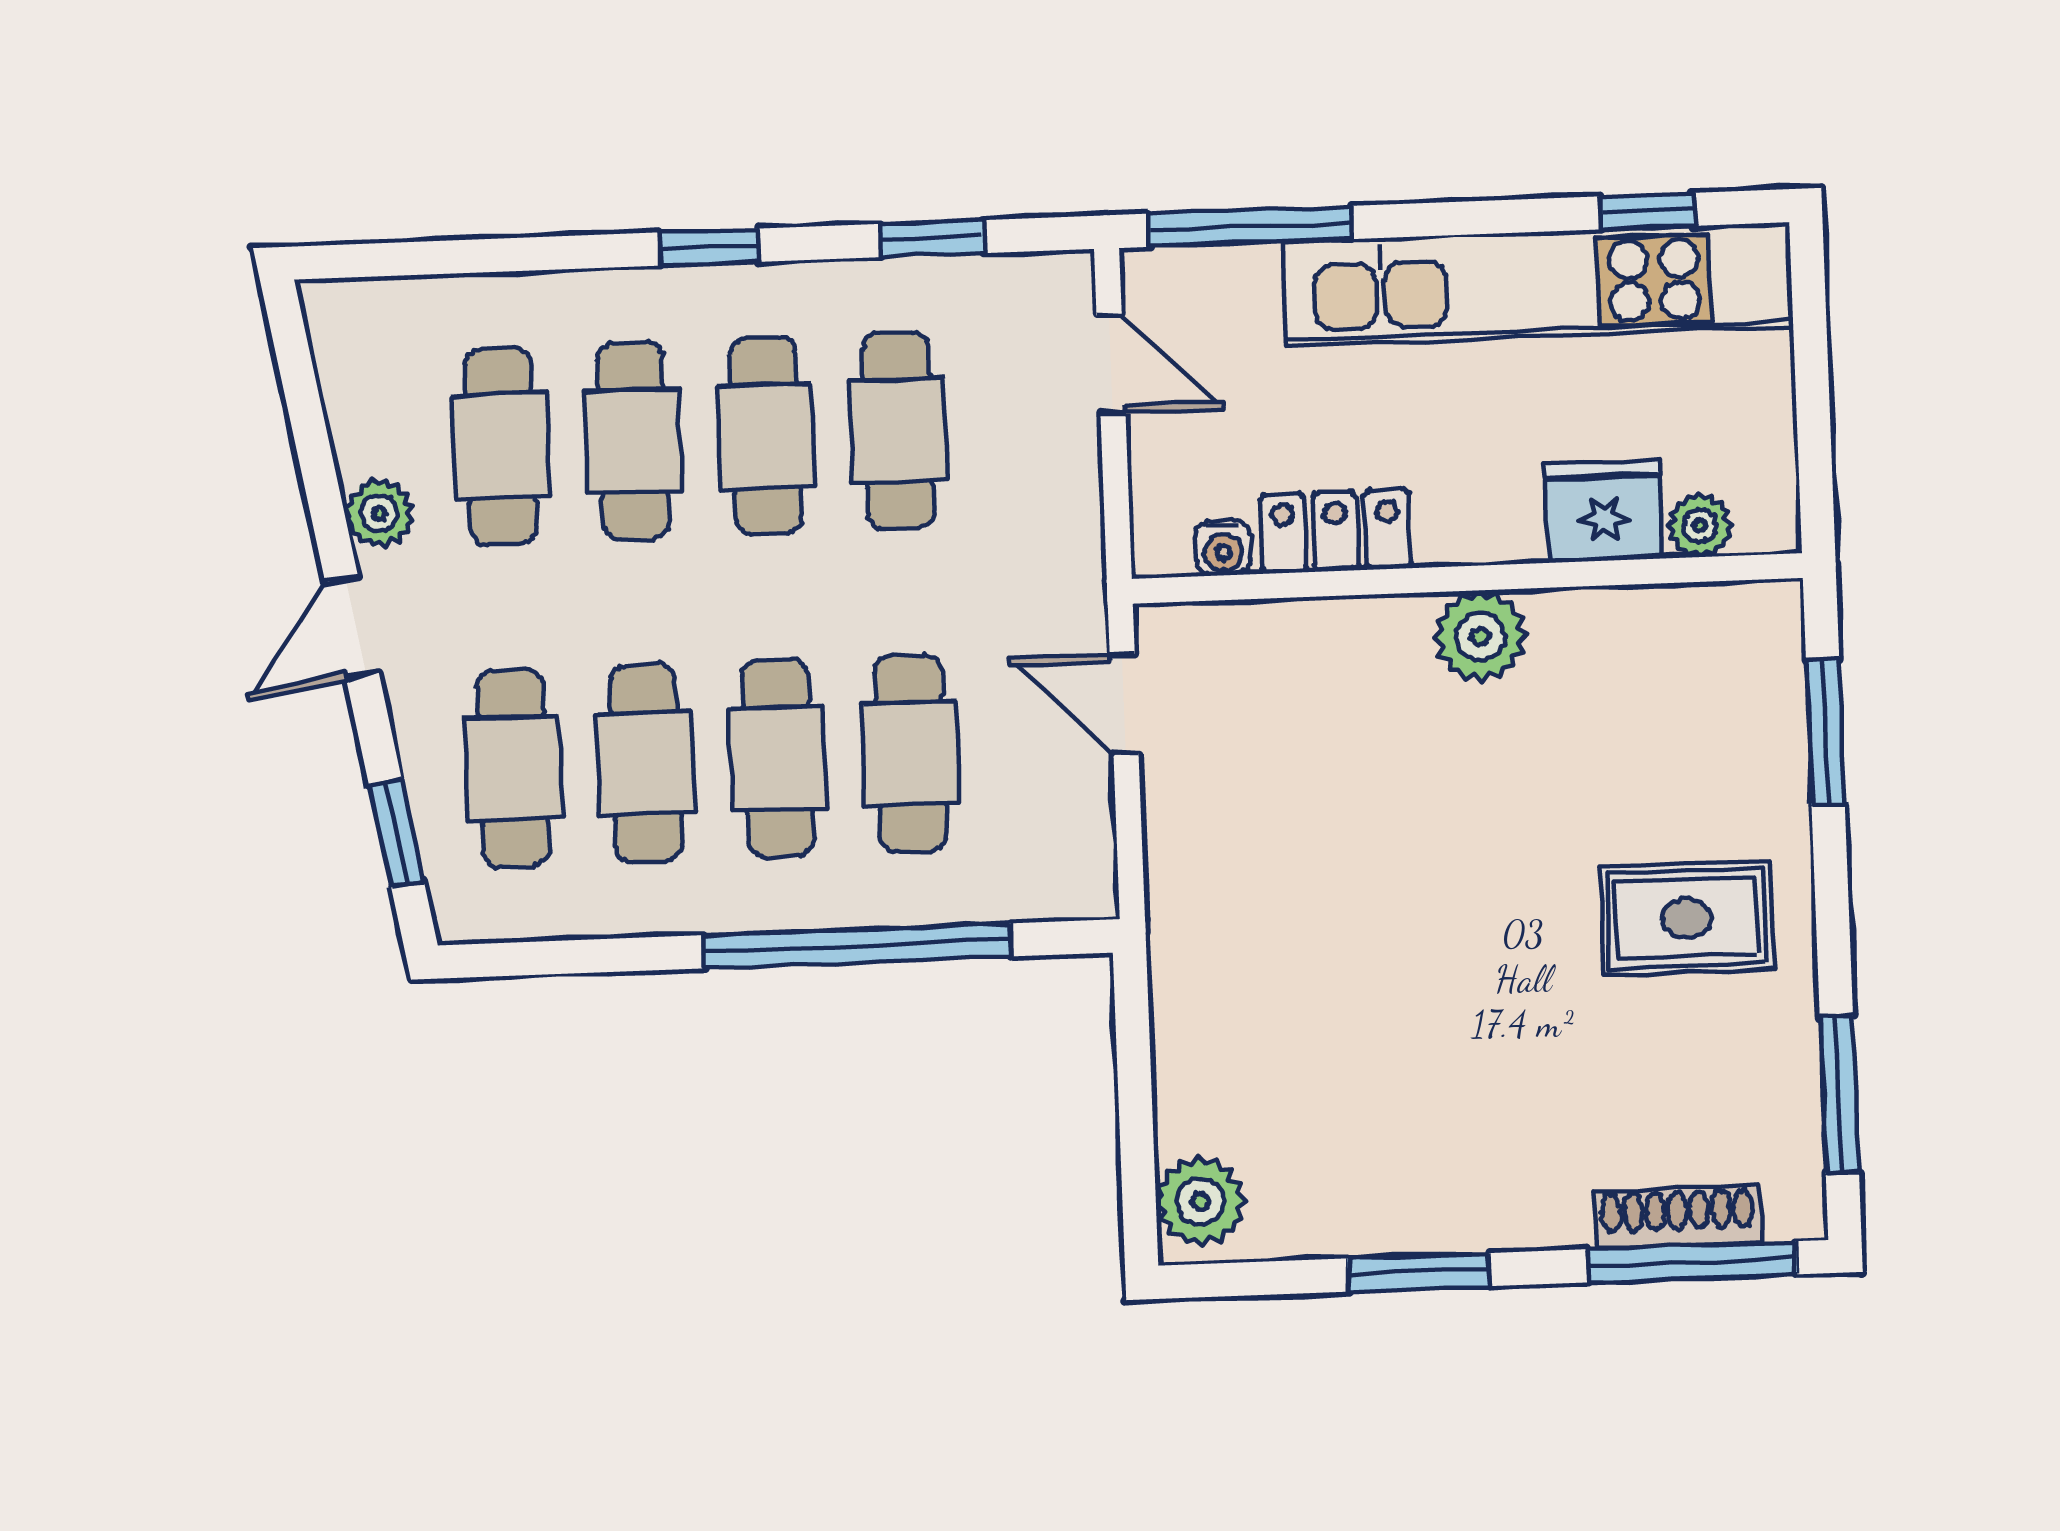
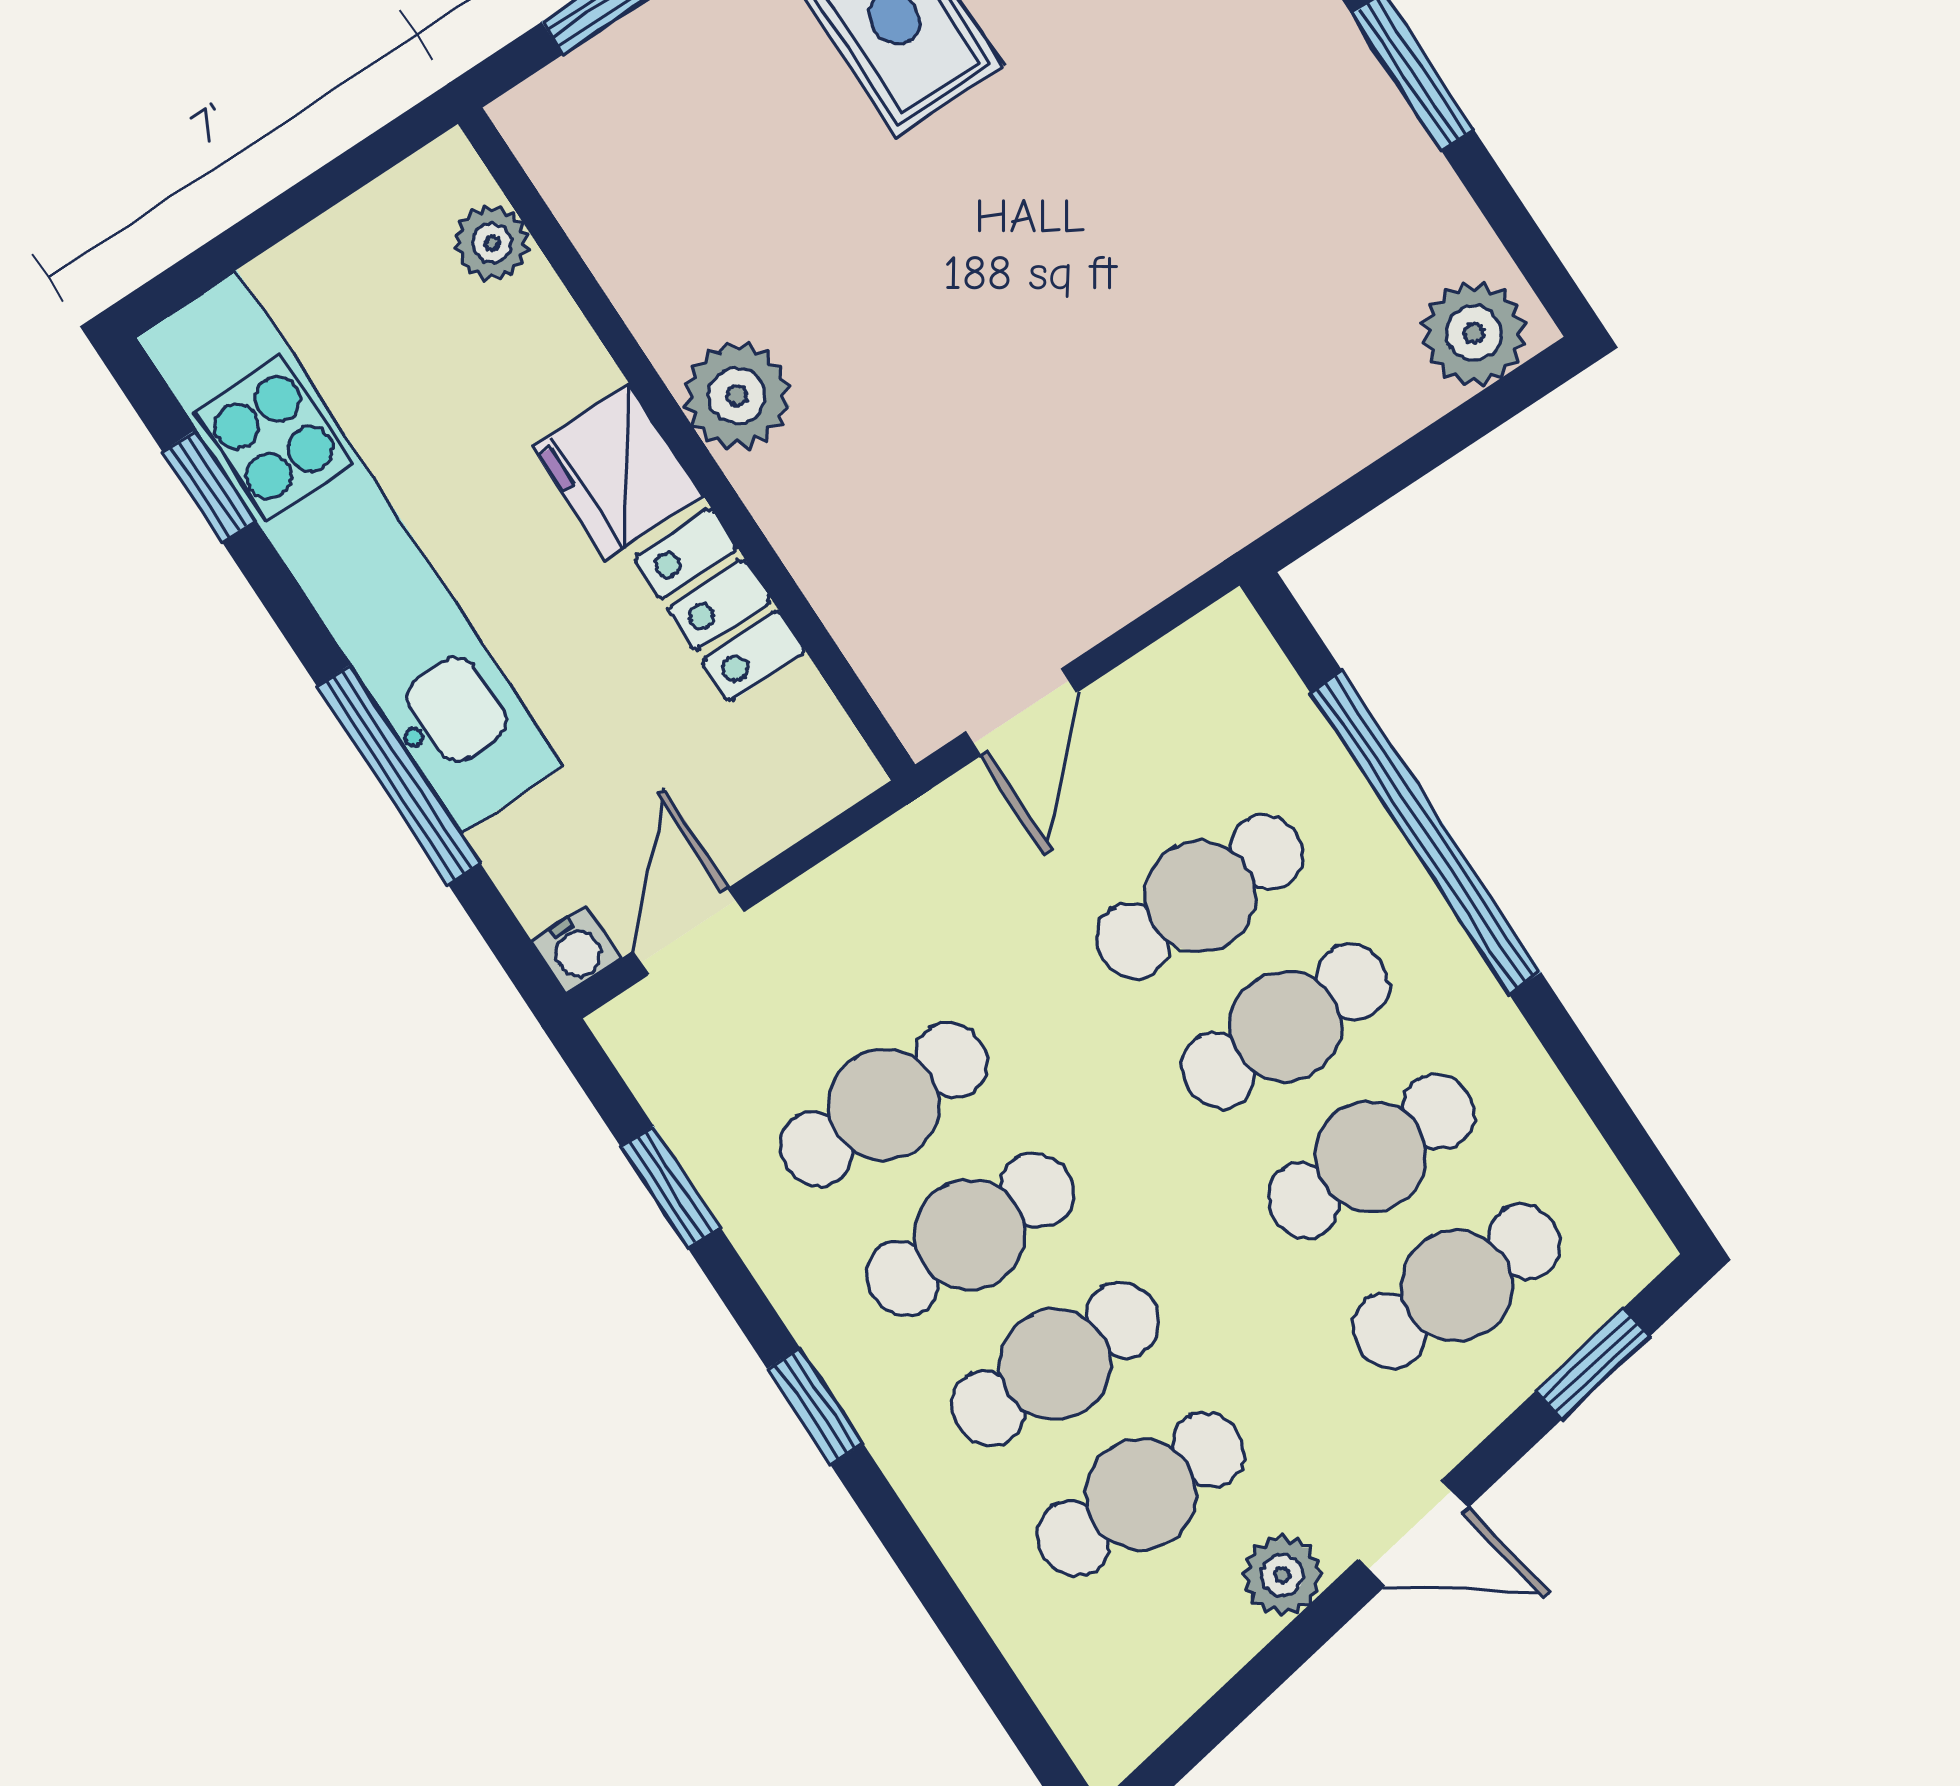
window: (1250, 226) -> (399, 775), moved
fridge: (1603, 511) -> (618, 471), moved
water cooler: (1223, 548) -> (576, 949), moved, turned 90

